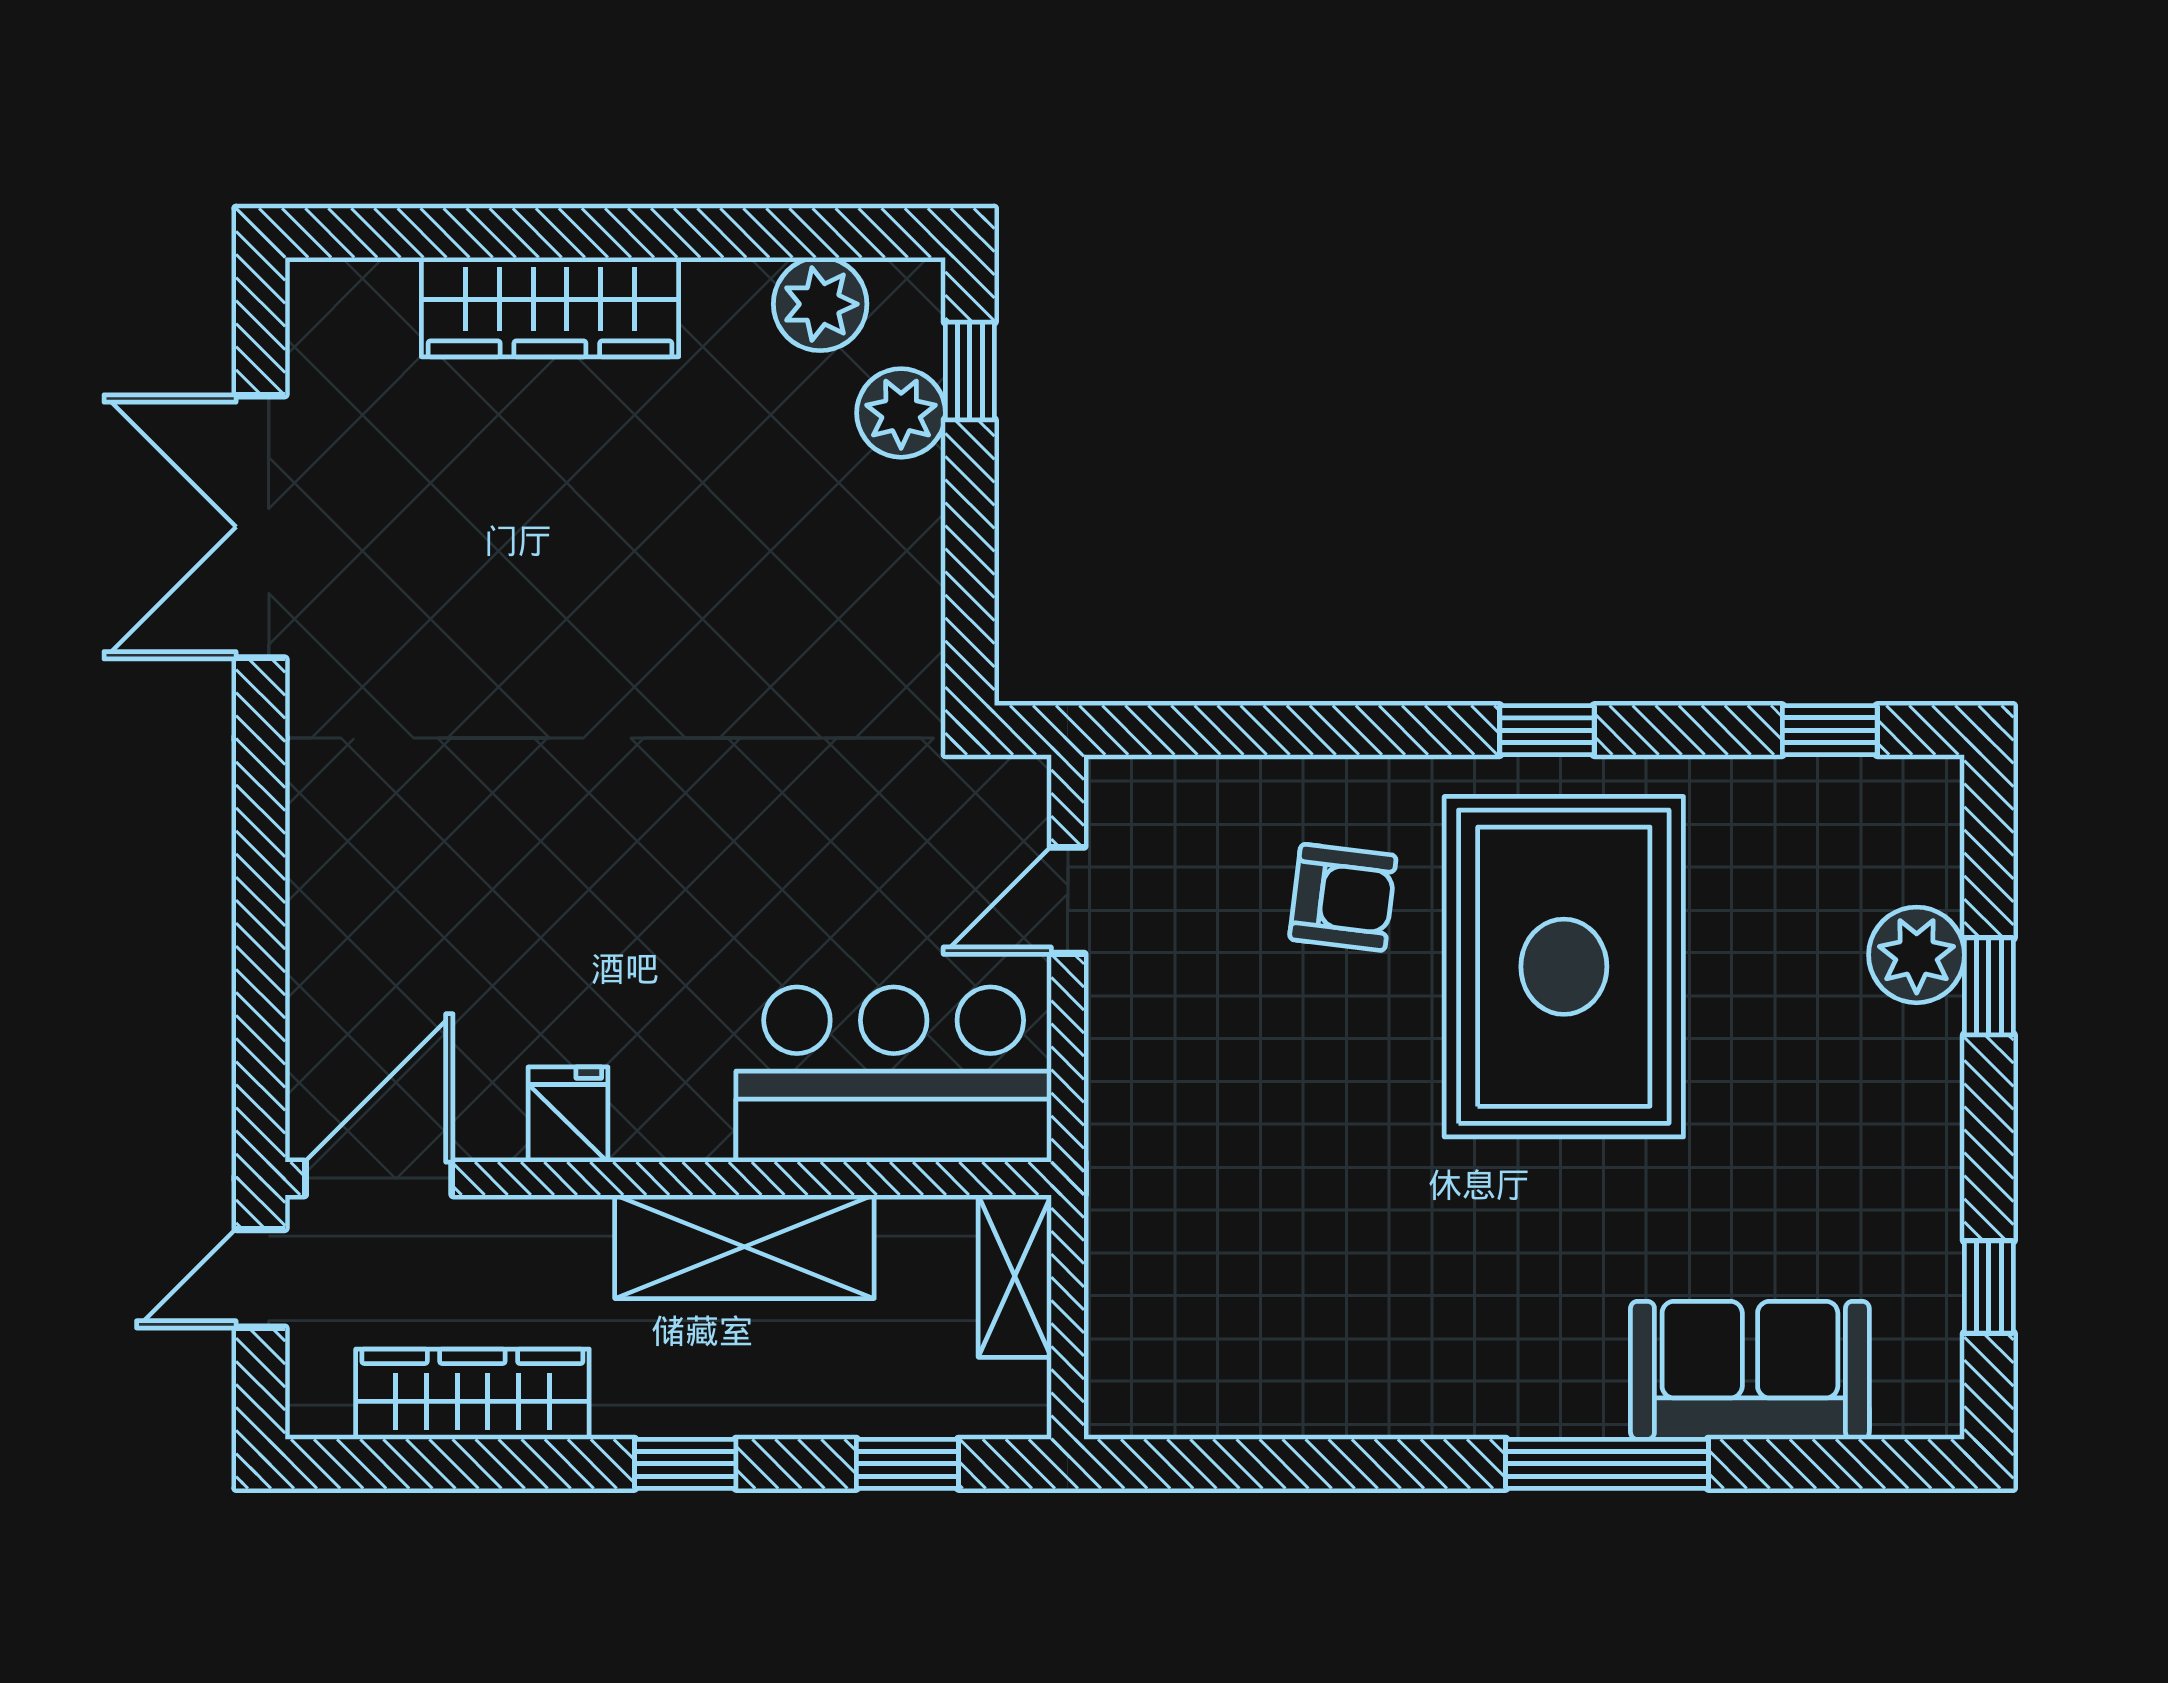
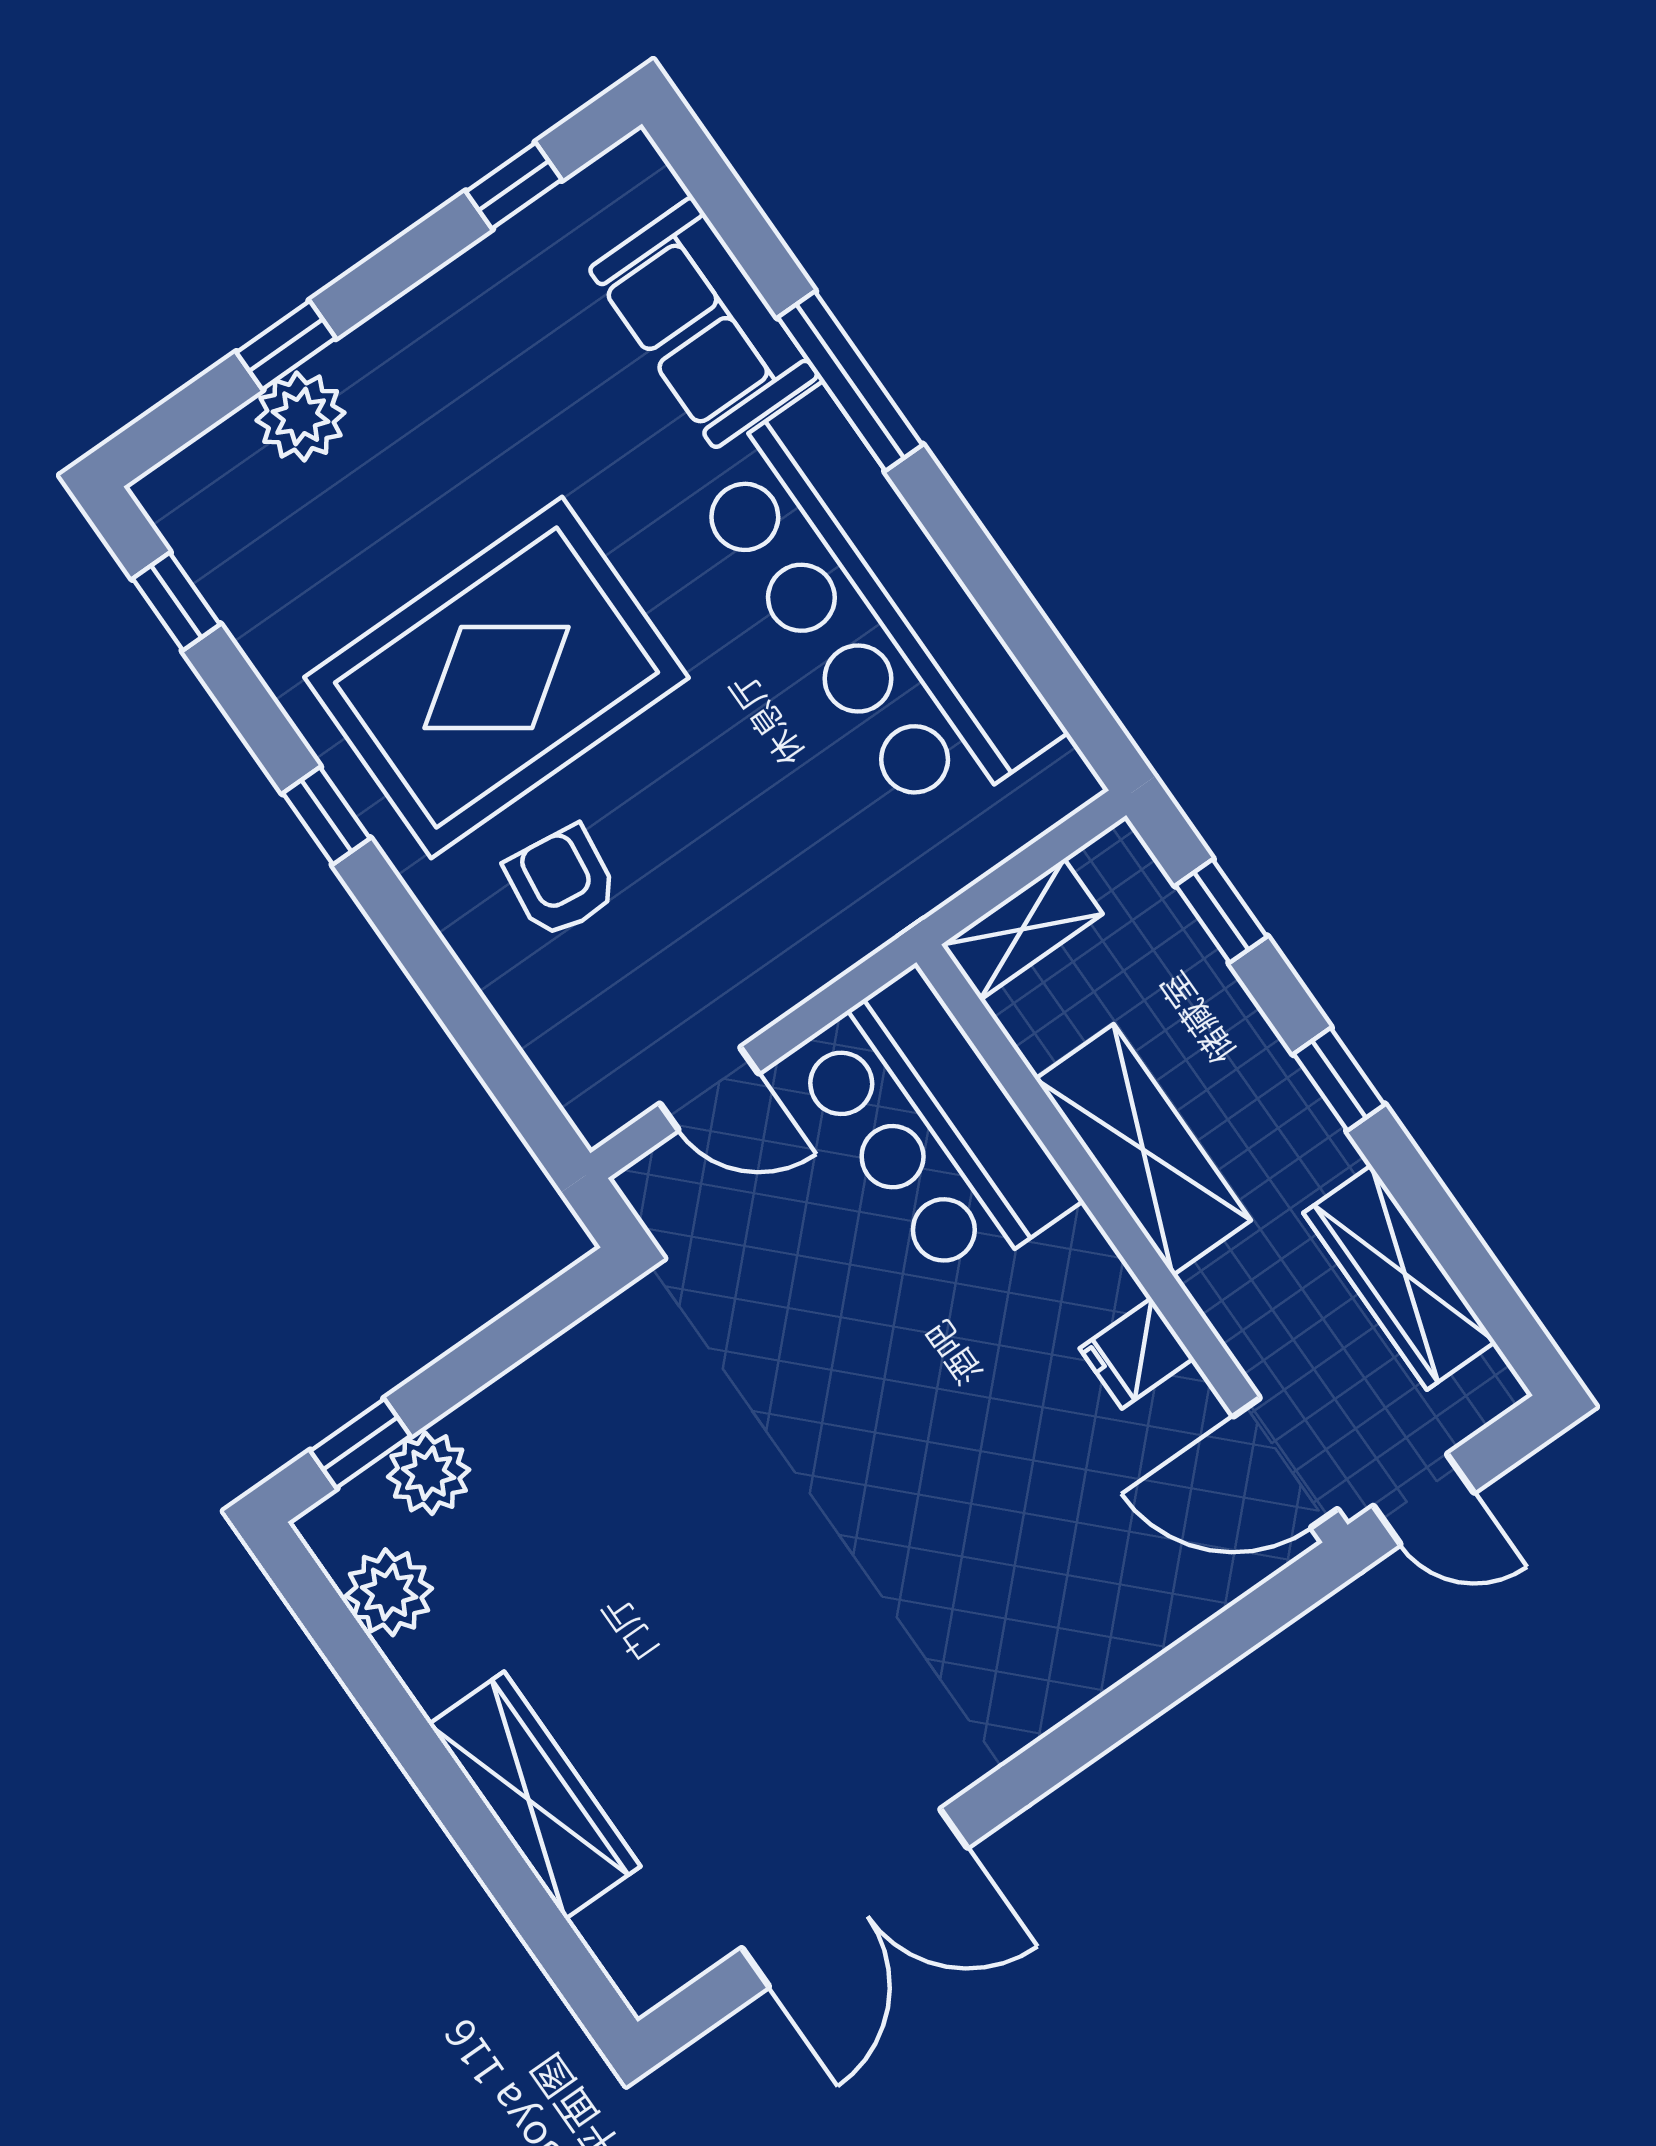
bar counter: (1392, 1345) -> (874, 607), added

